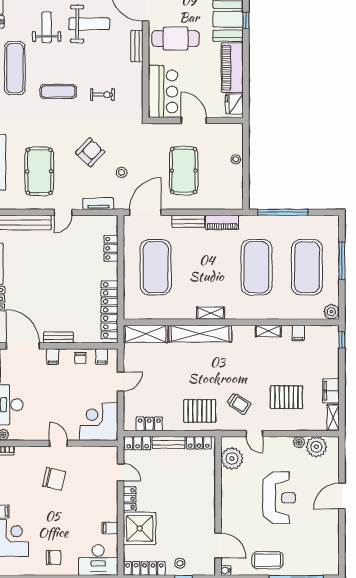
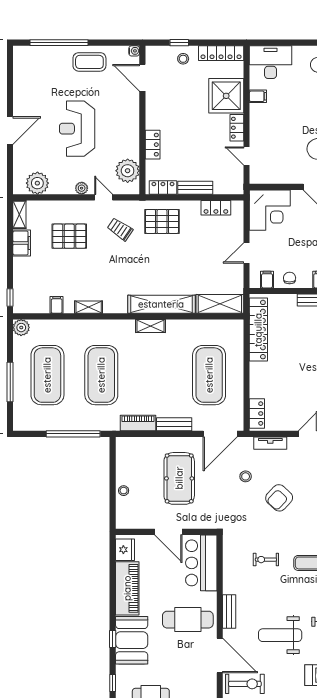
locker: (111, 248) -> (257, 413), moved
plant: (299, 442) -> (82, 188), moved
locker: (138, 443) -> (153, 145), moved, turned 90

